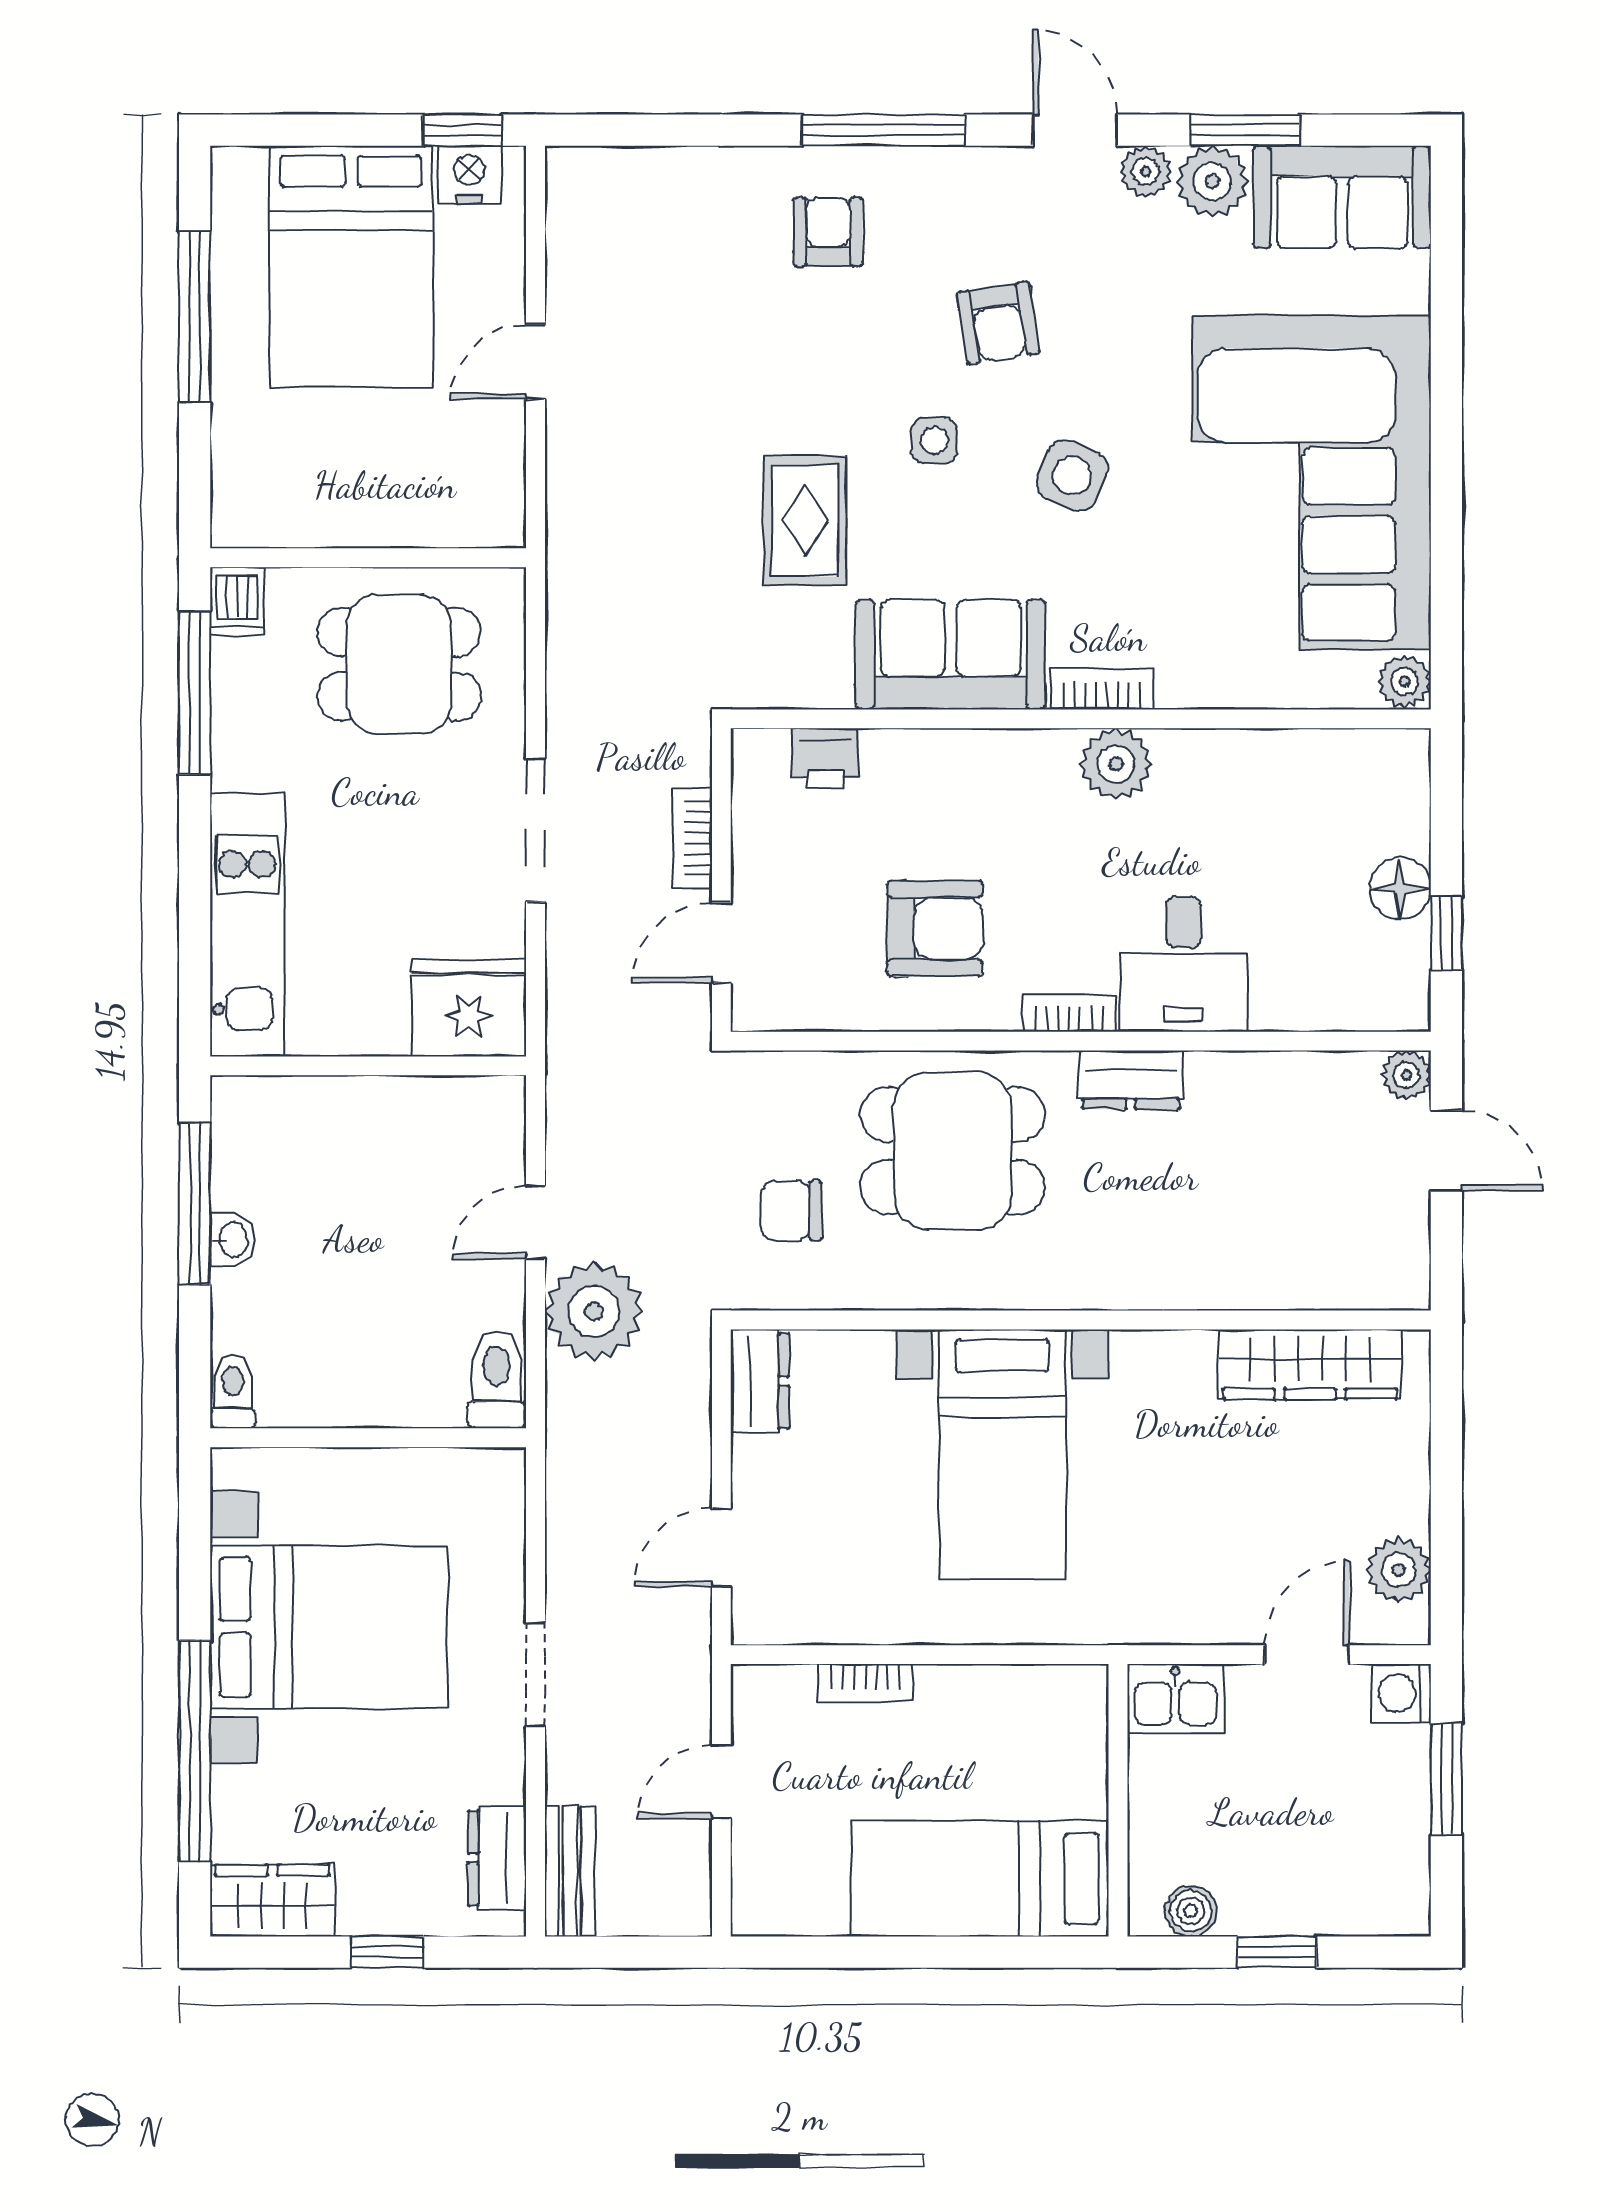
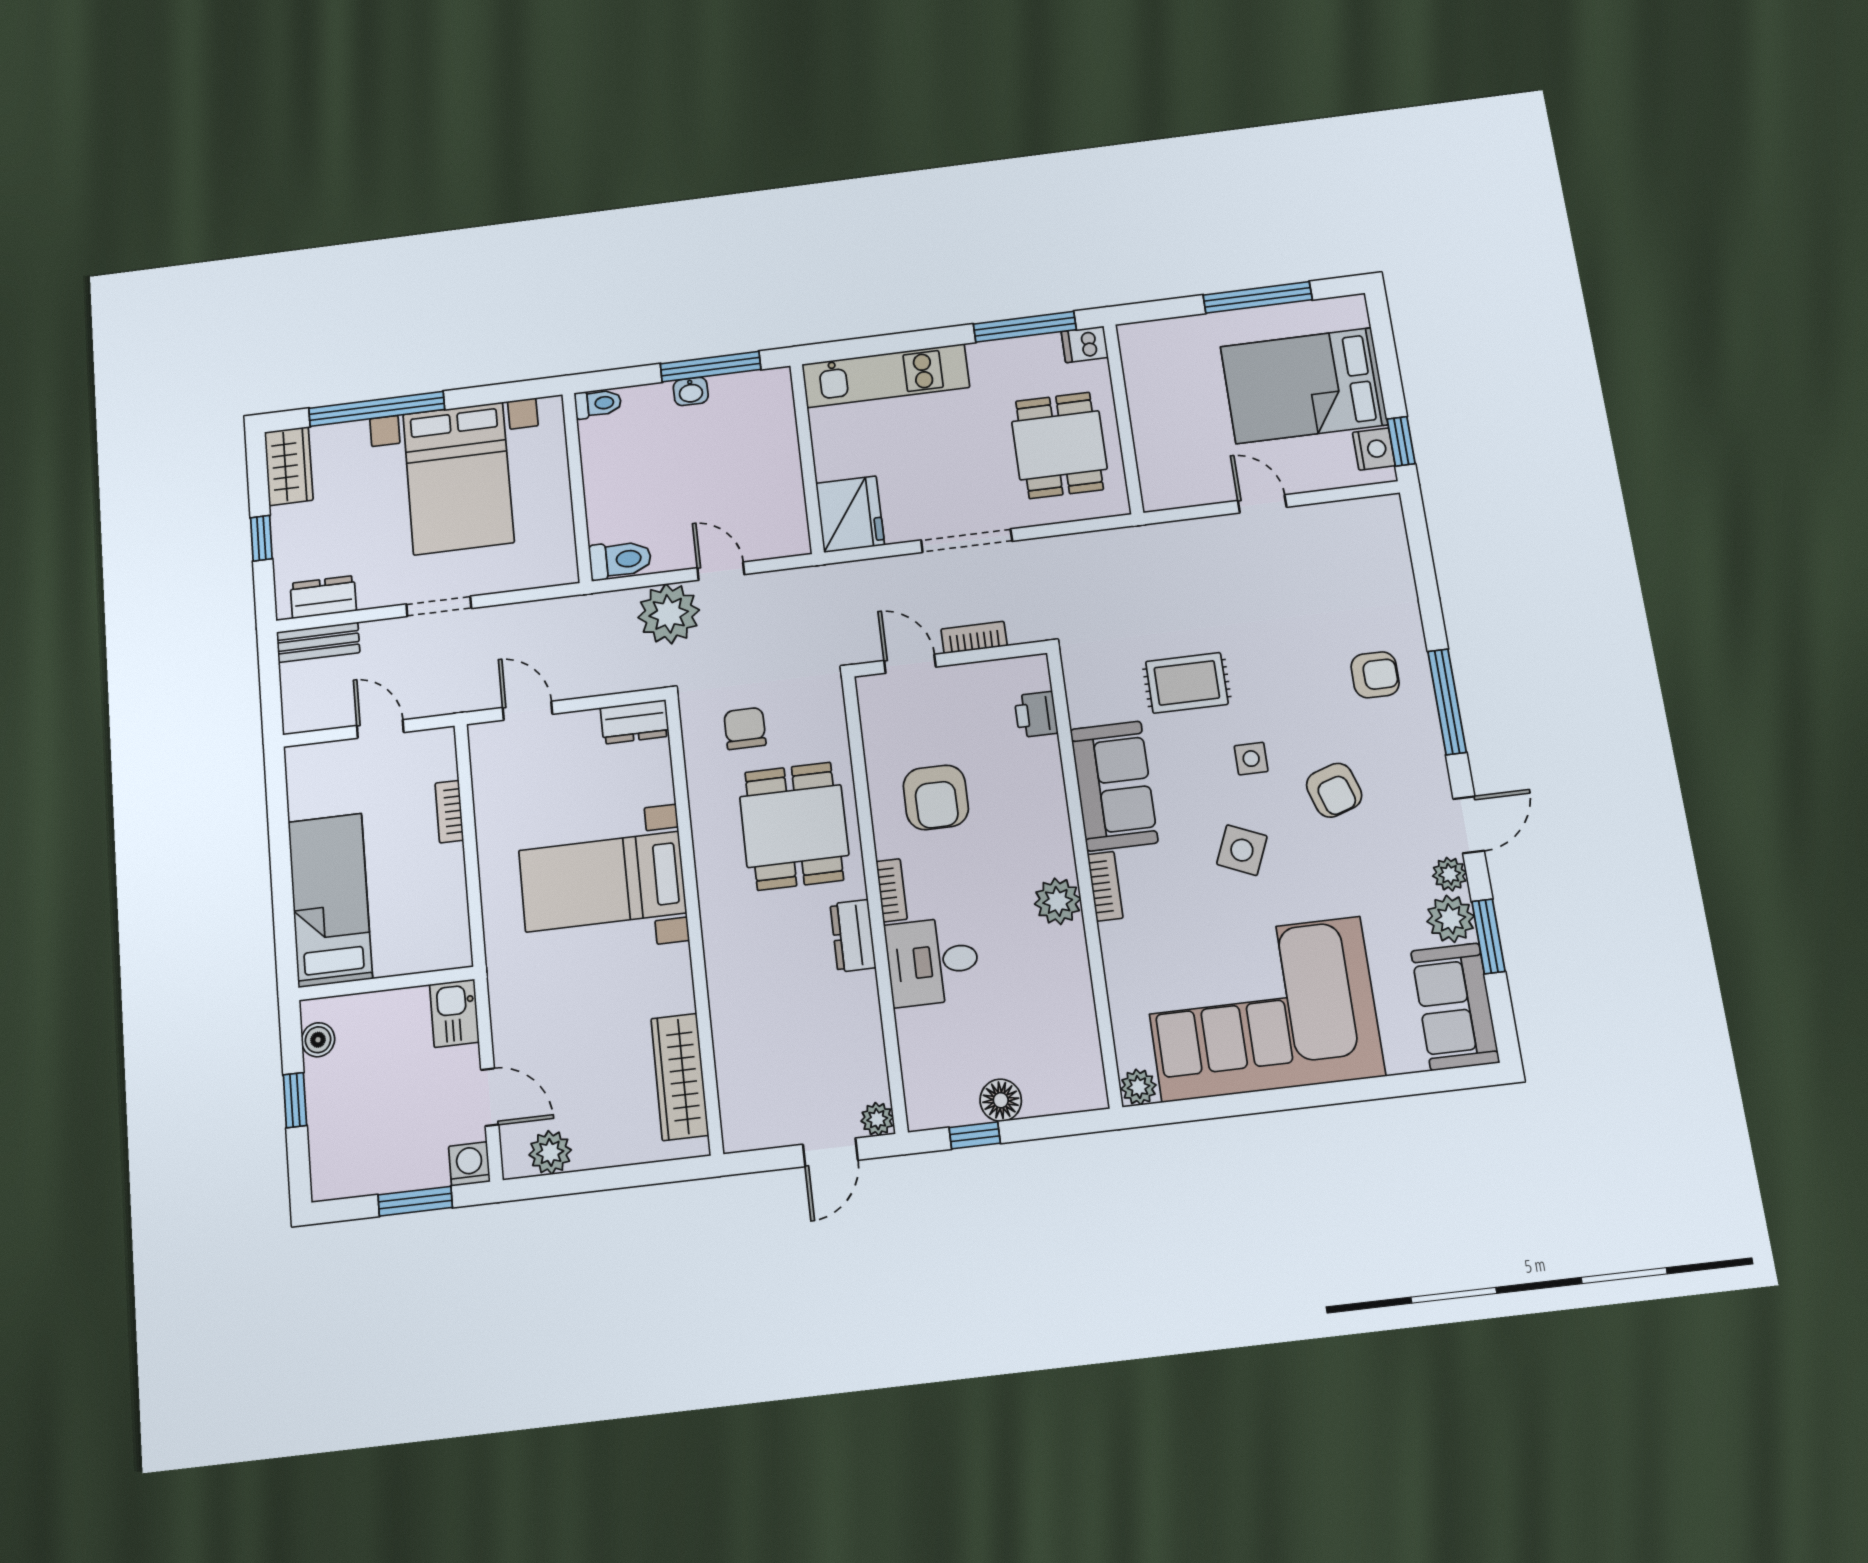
armchair: (998, 323) -> (1334, 790), turned -99

